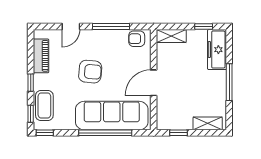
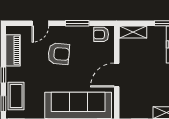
window: (111, 27) -> (77, 23), width x0.69
armchair: (90, 72) -> (59, 54), moved

